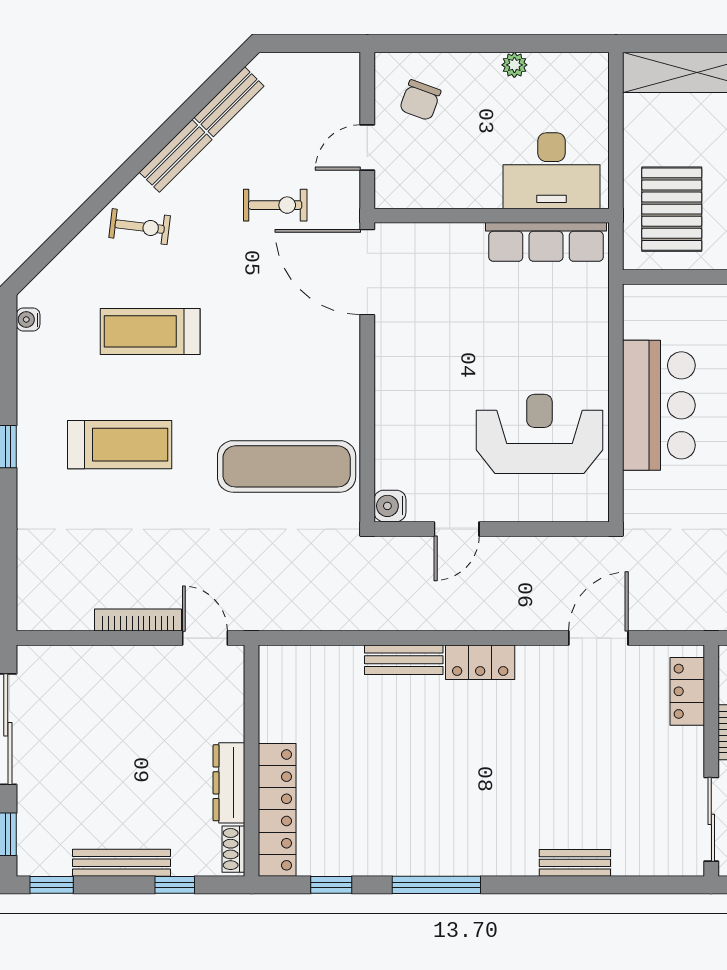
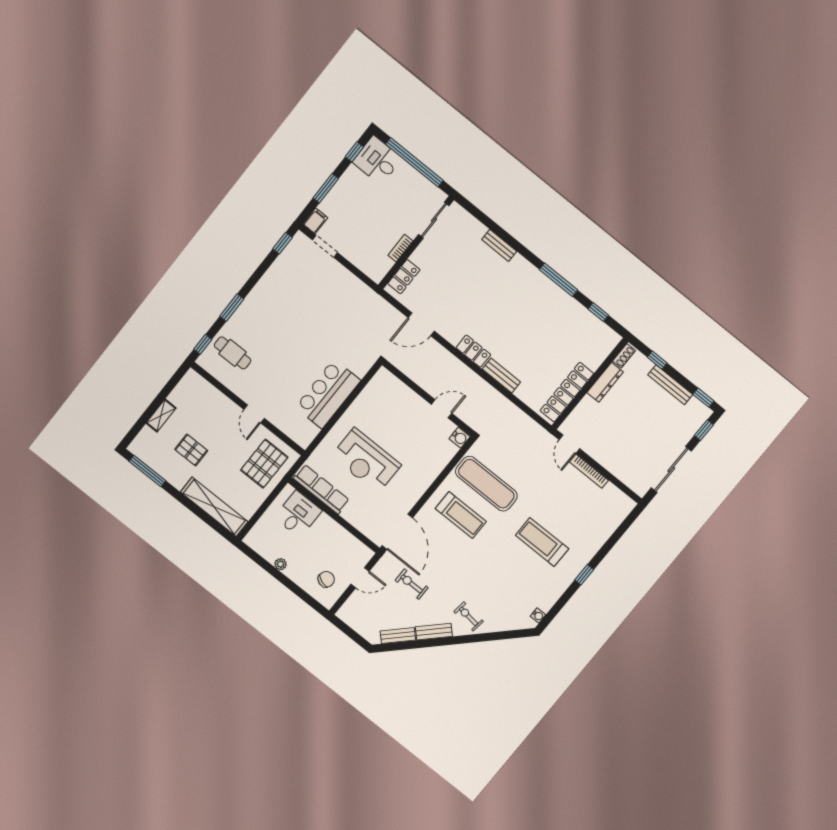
desk: (551, 171) -> (298, 514), width x0.73
treadmill: (150, 331) -> (461, 515), moved
reception desk: (539, 434) -> (366, 461), moved
locker: (277, 810) -> (567, 392), moved

